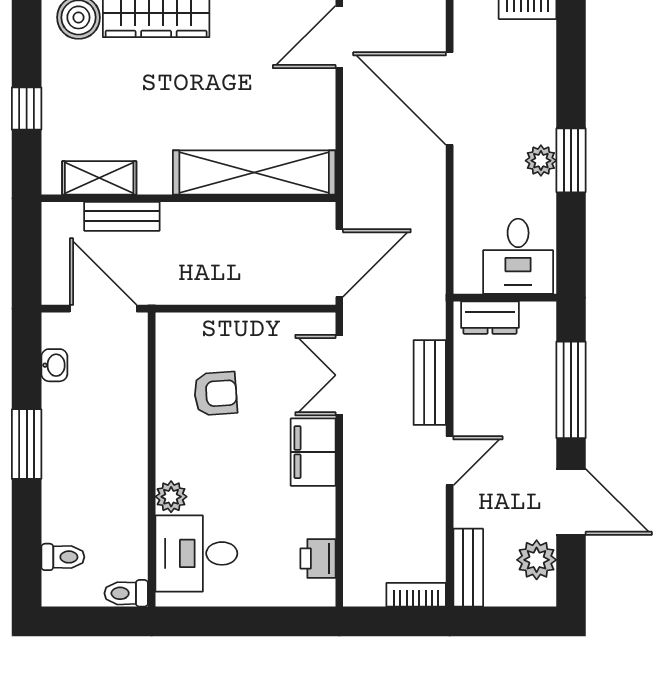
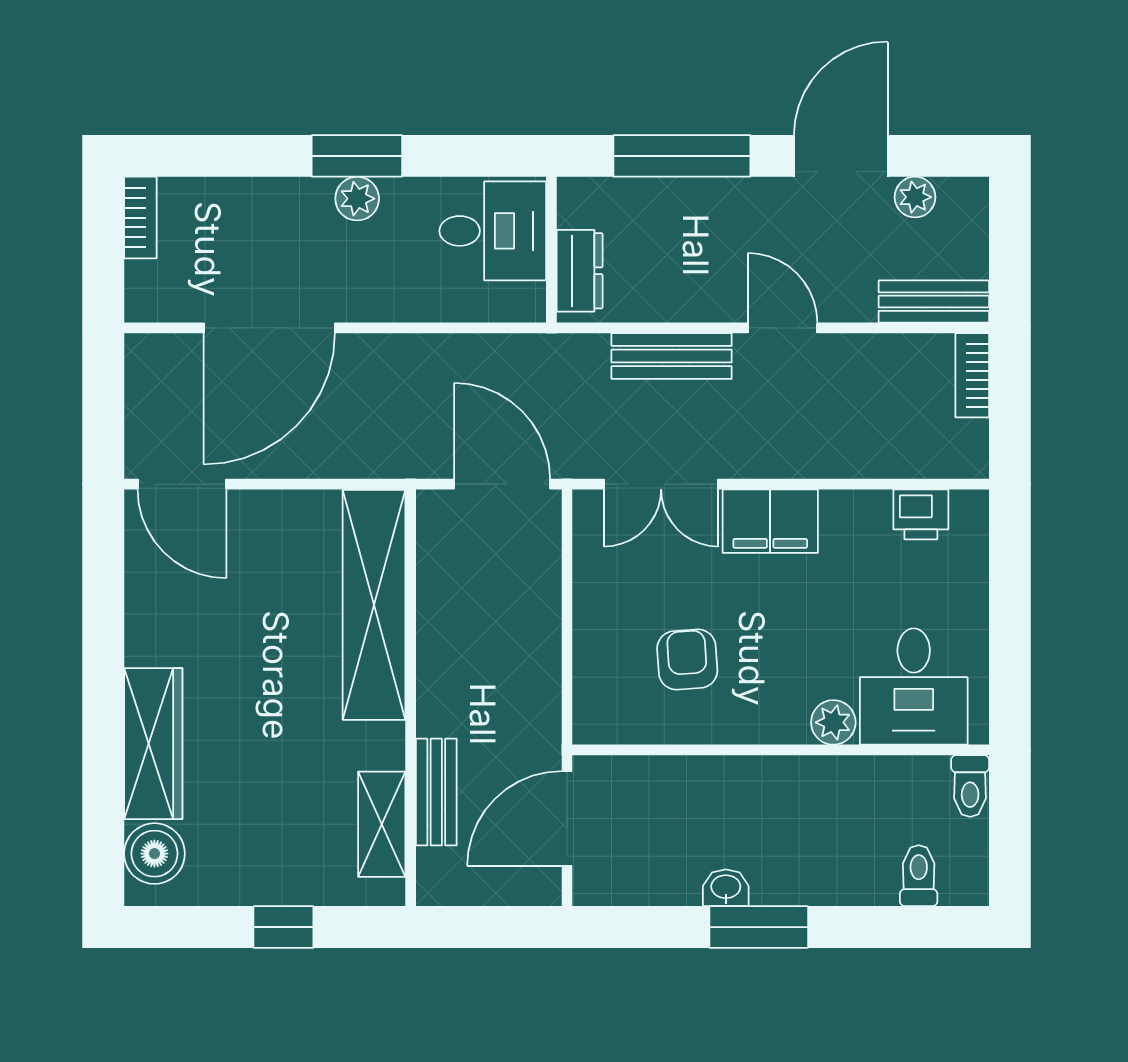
washbasin: (54, 365) -> (726, 888), moved
plant: (537, 560) -> (915, 197), width x0.73, depth x0.73

